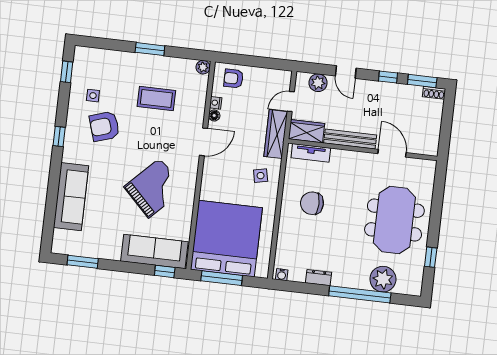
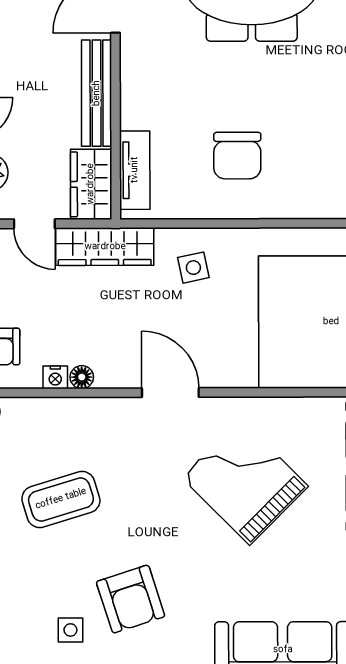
coffee table: (156, 98) -> (61, 499), turned 73
door: (203, 142) -> (170, 393), moved

